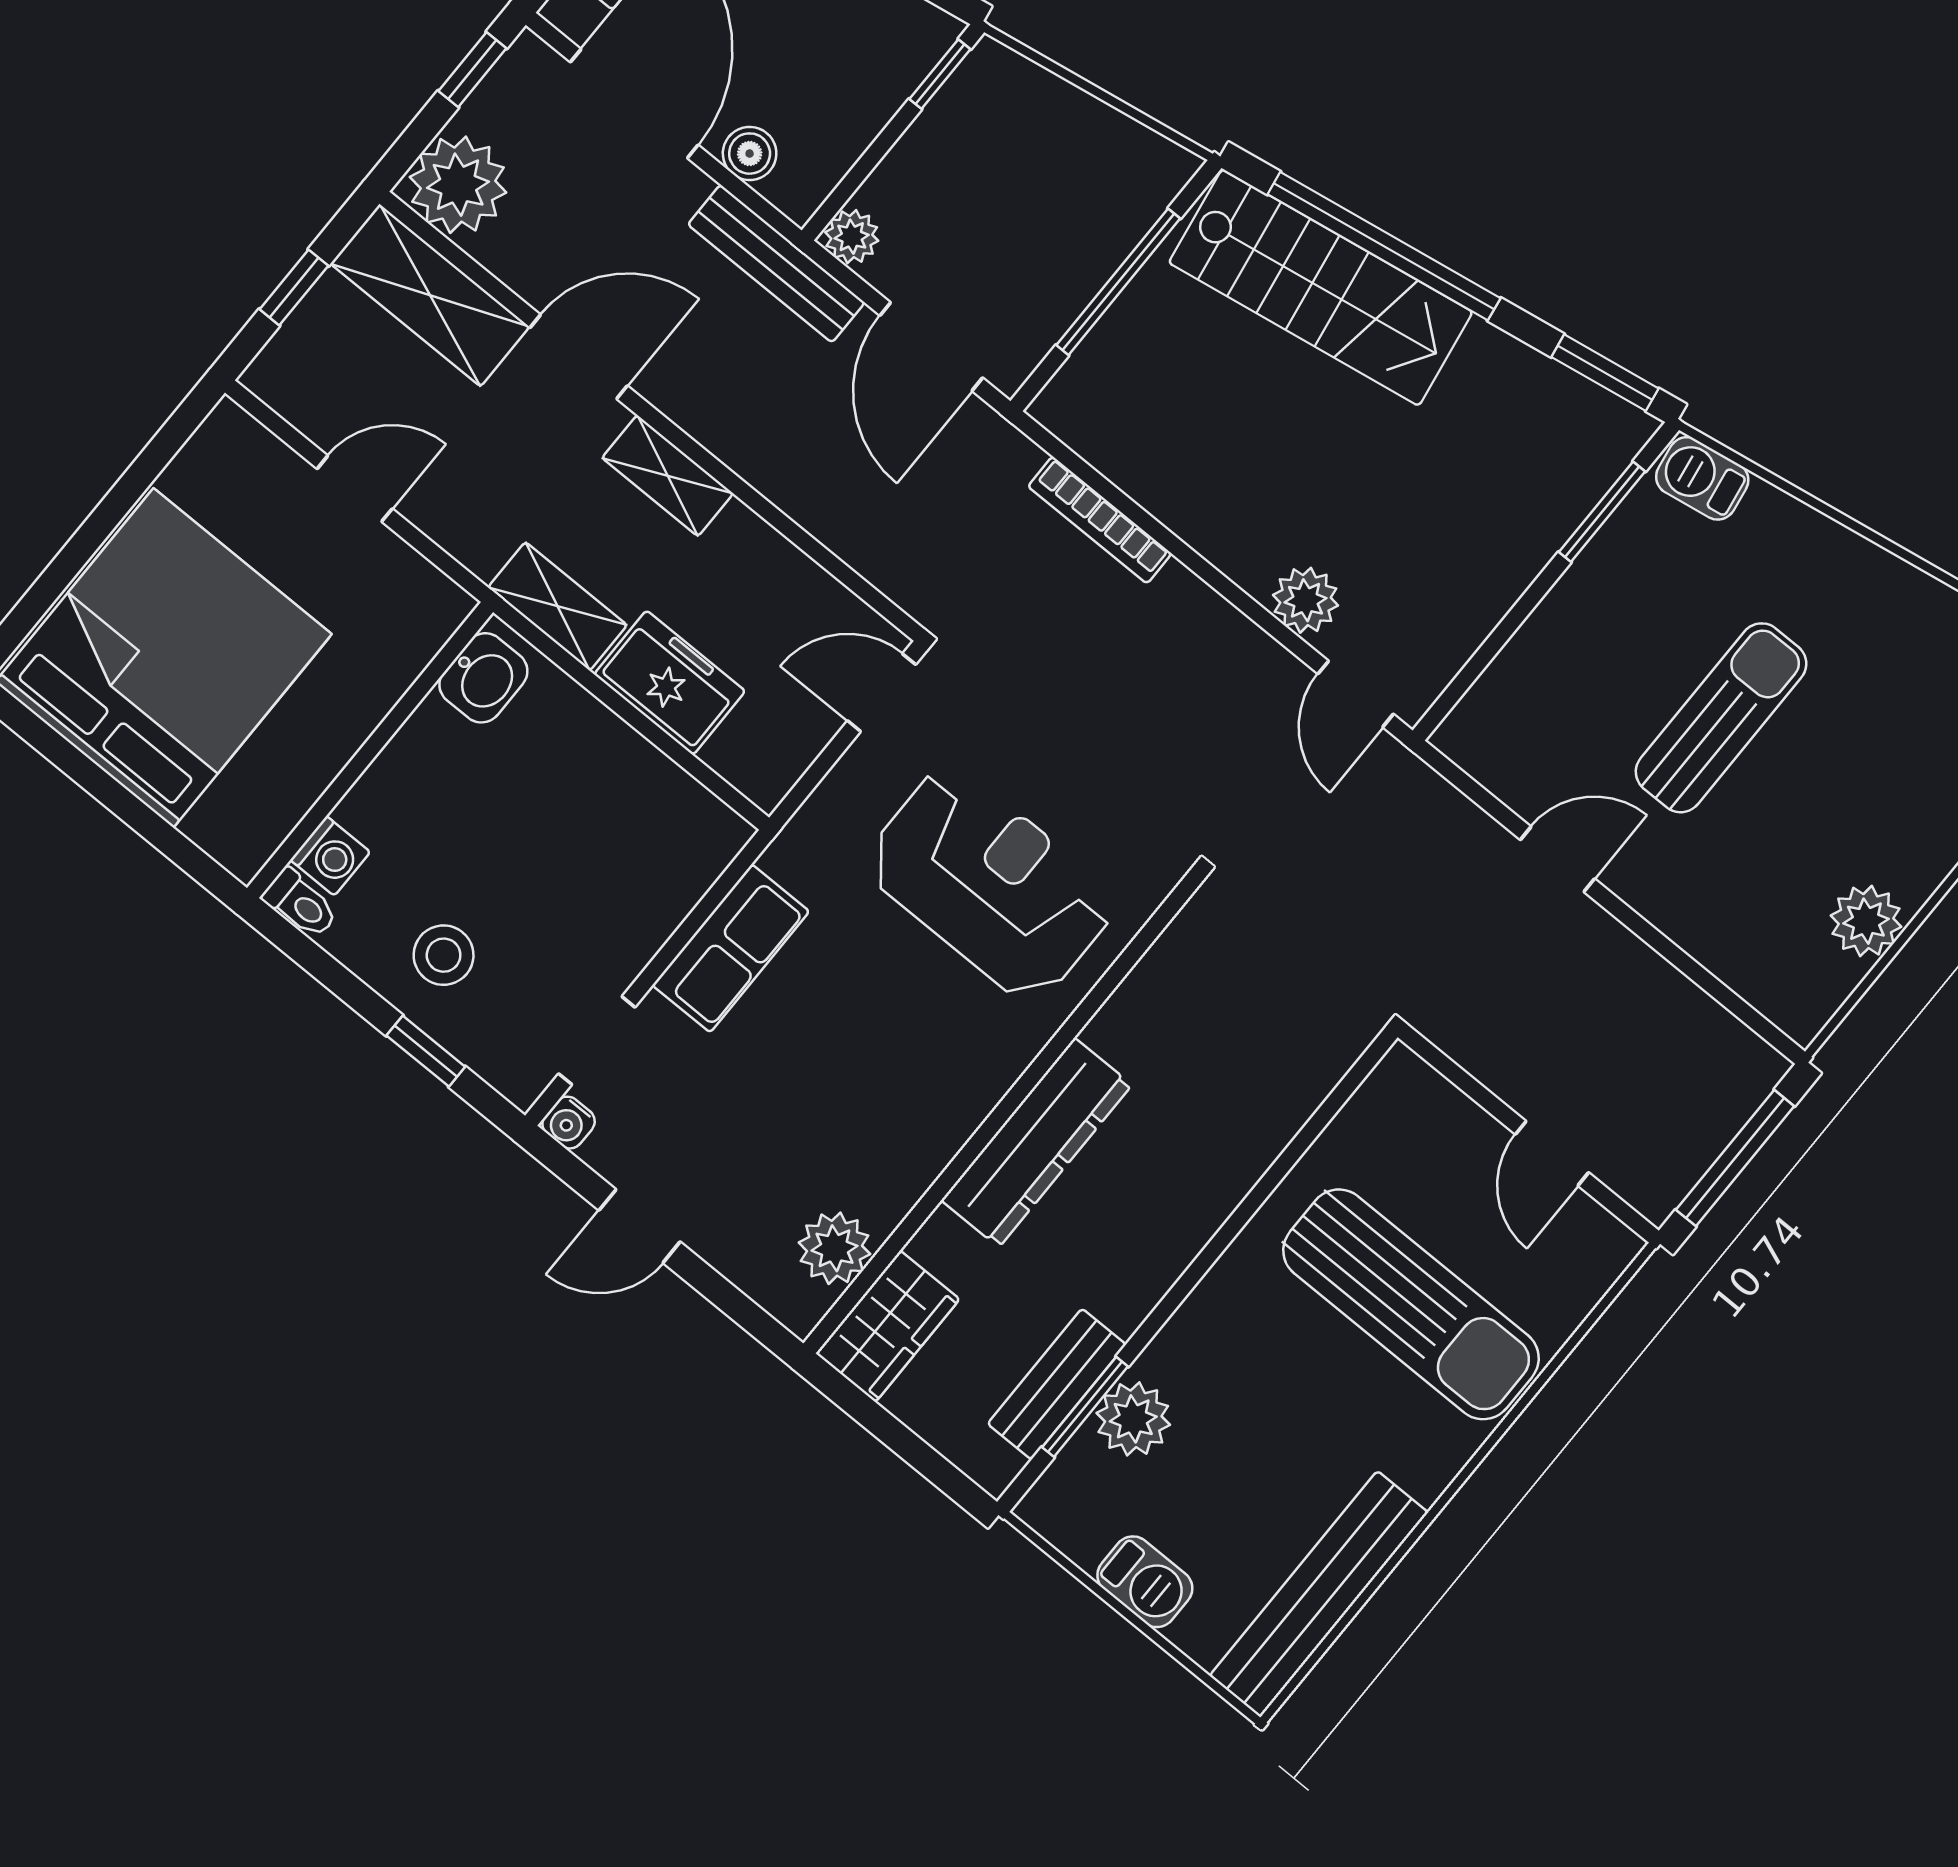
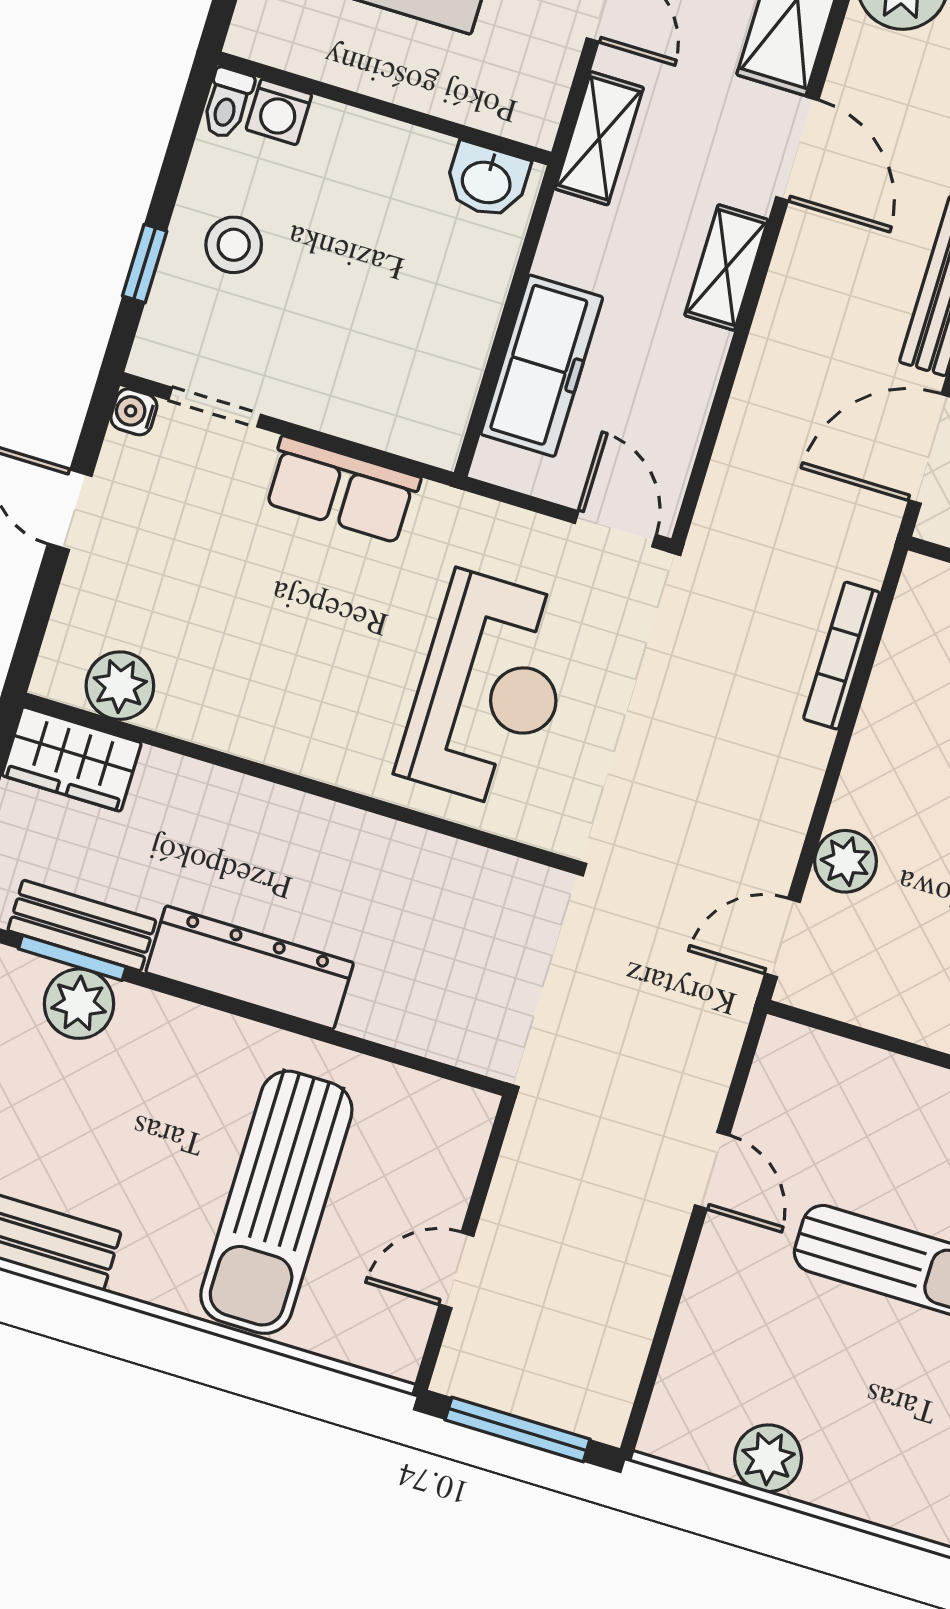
shelving: (558, 606) -> (599, 138), moved
freezer: (670, 683) -> (542, 366), width x1.40
dresser: (1036, 1142) -> (250, 968), moved, turned 180

